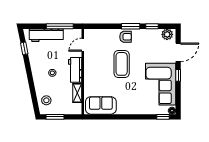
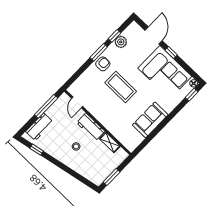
plant: (167, 34) -> (121, 42), moved
workbench: (46, 35) -> (39, 127), width x0.73
stool: (46, 100) -> (93, 171), removed
sofa: (101, 105) -> (150, 120), moved

